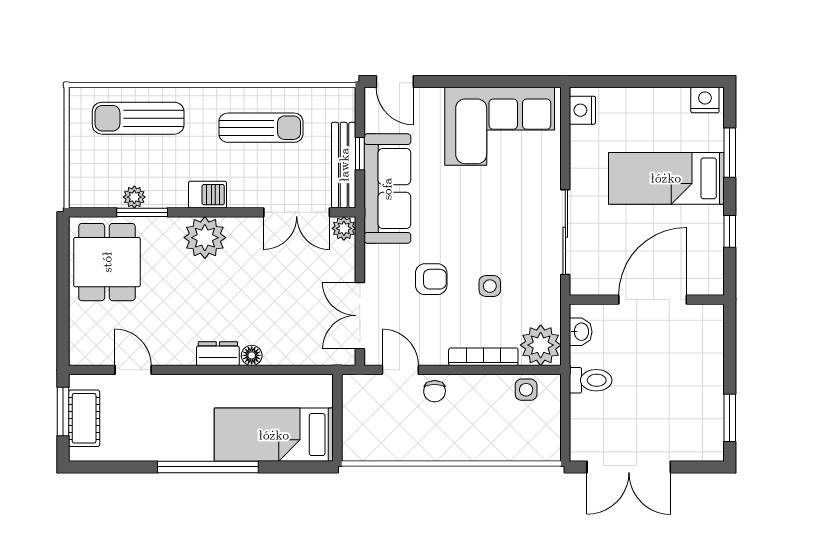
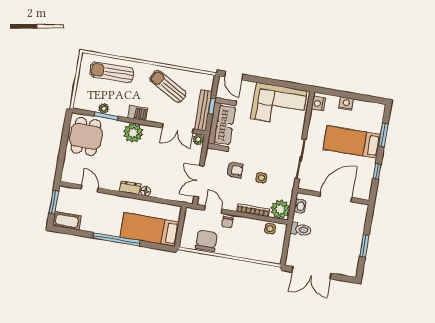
nightstand: (705, 100) -> (346, 104), moved
sun lounger: (261, 128) -> (168, 86), turned -151
cot: (84, 418) -> (67, 221), moved, turned 90
window: (730, 418) -> (364, 246), moved
chair: (397, 438) -> (206, 241), added

